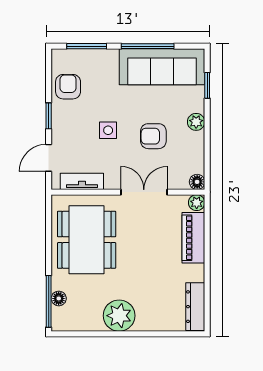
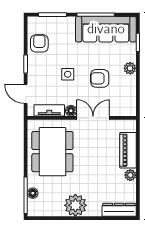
door: (49, 158) -> (26, 94), hinge flipped
floor lamp: (197, 182) -> (71, 111), moved
plant: (197, 203) -> (130, 175), moved
dresser: (195, 307) -> (119, 210), moved, turned 90

